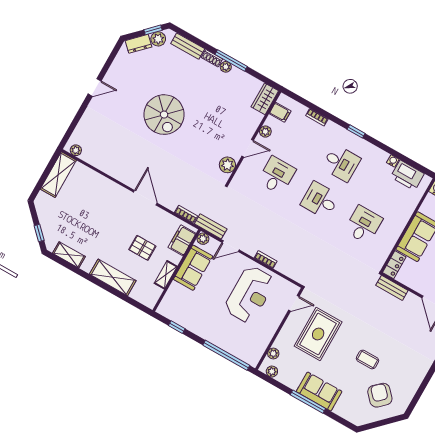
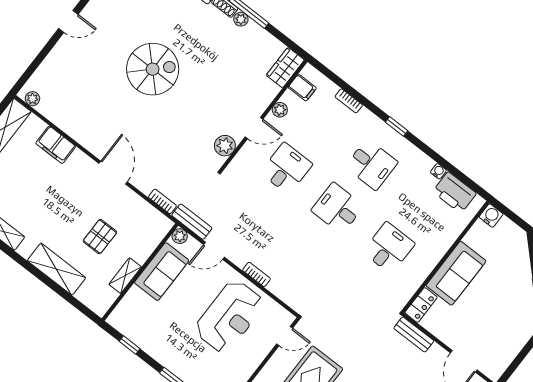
spiral stairs: (164, 115) -> (153, 69), turned -90
filing cabinet: (182, 240) -> (56, 145), moved, turned -90
pallet: (142, 248) -> (100, 237), turned 90

